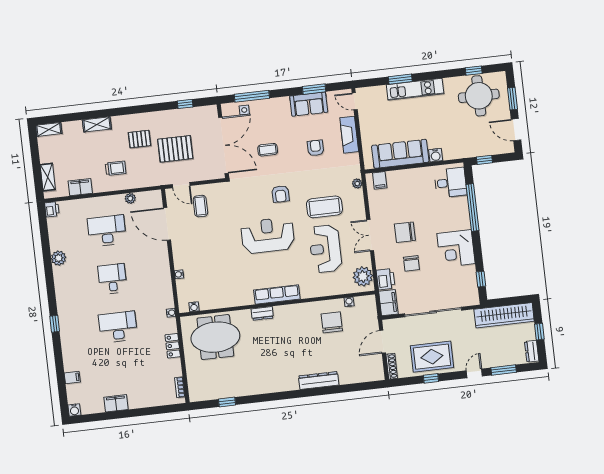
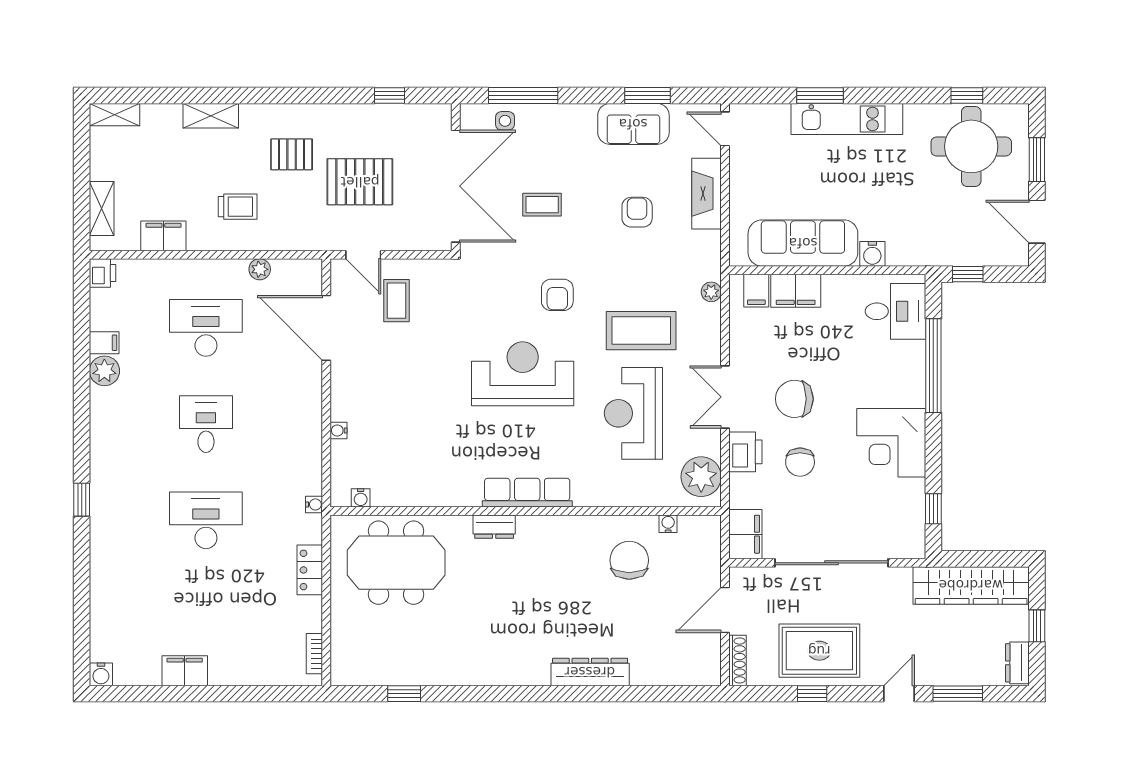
filing cabinet: (399, 178) -> (796, 291), added
printer: (386, 279) -> (745, 452), moved
filing cabinet: (72, 378) -> (104, 343), moved

